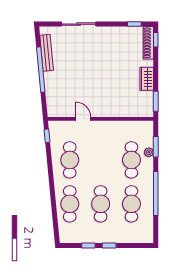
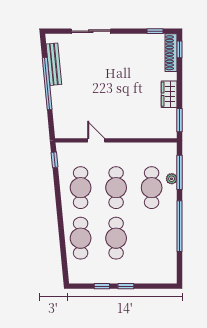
window: (156, 147) -> (180, 172), width x1.44
cafe table: (131, 204) -> (116, 188), moved

